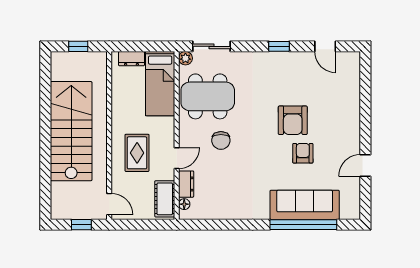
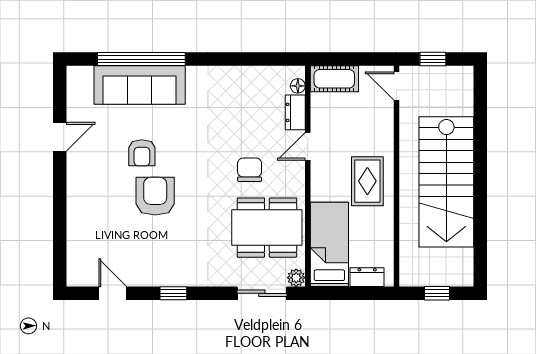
rug: (137, 153) -> (367, 181), moved
cot: (165, 199) -> (334, 79), moved, turned 90

